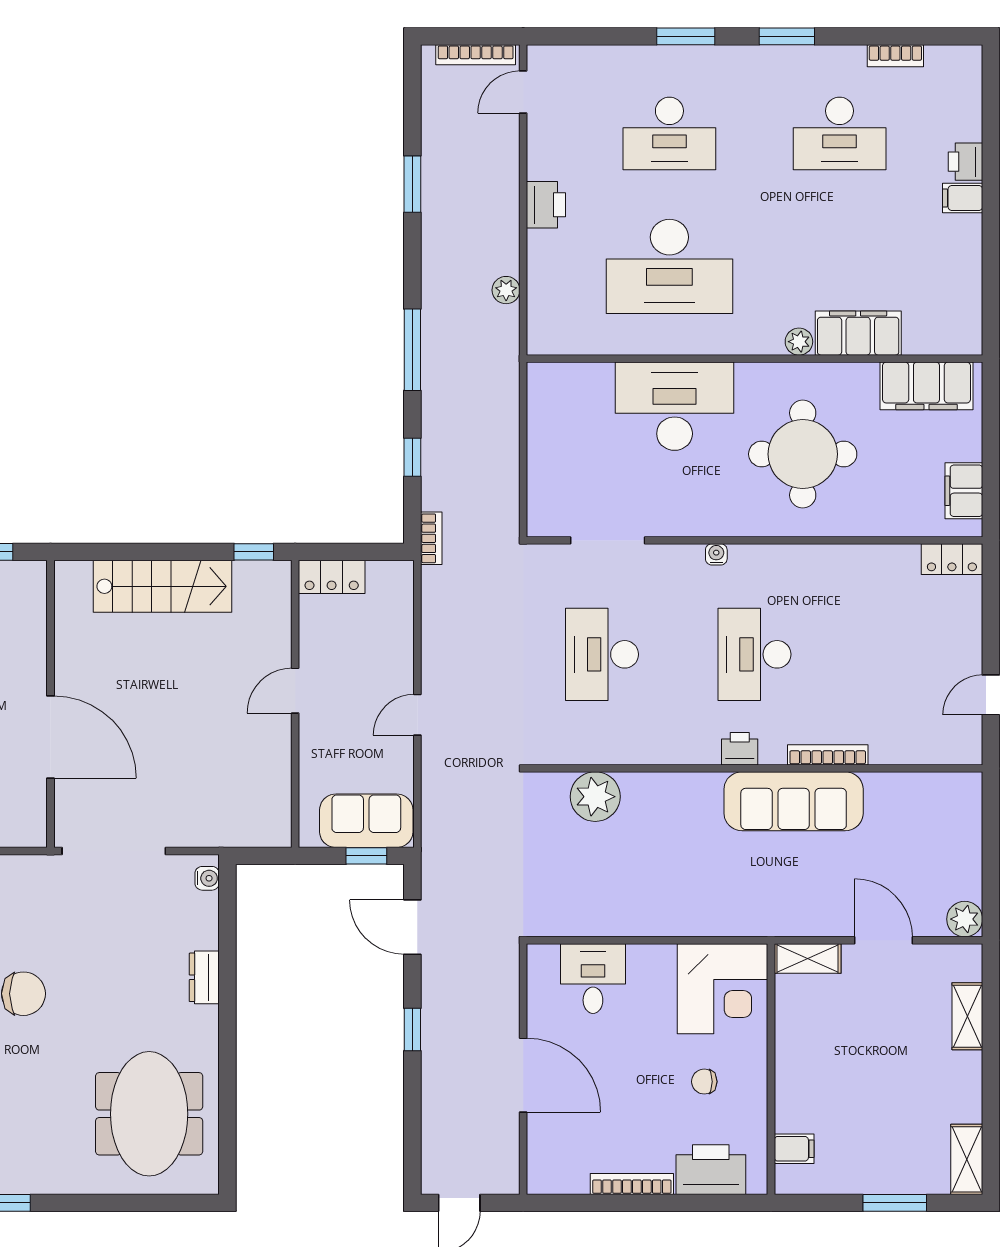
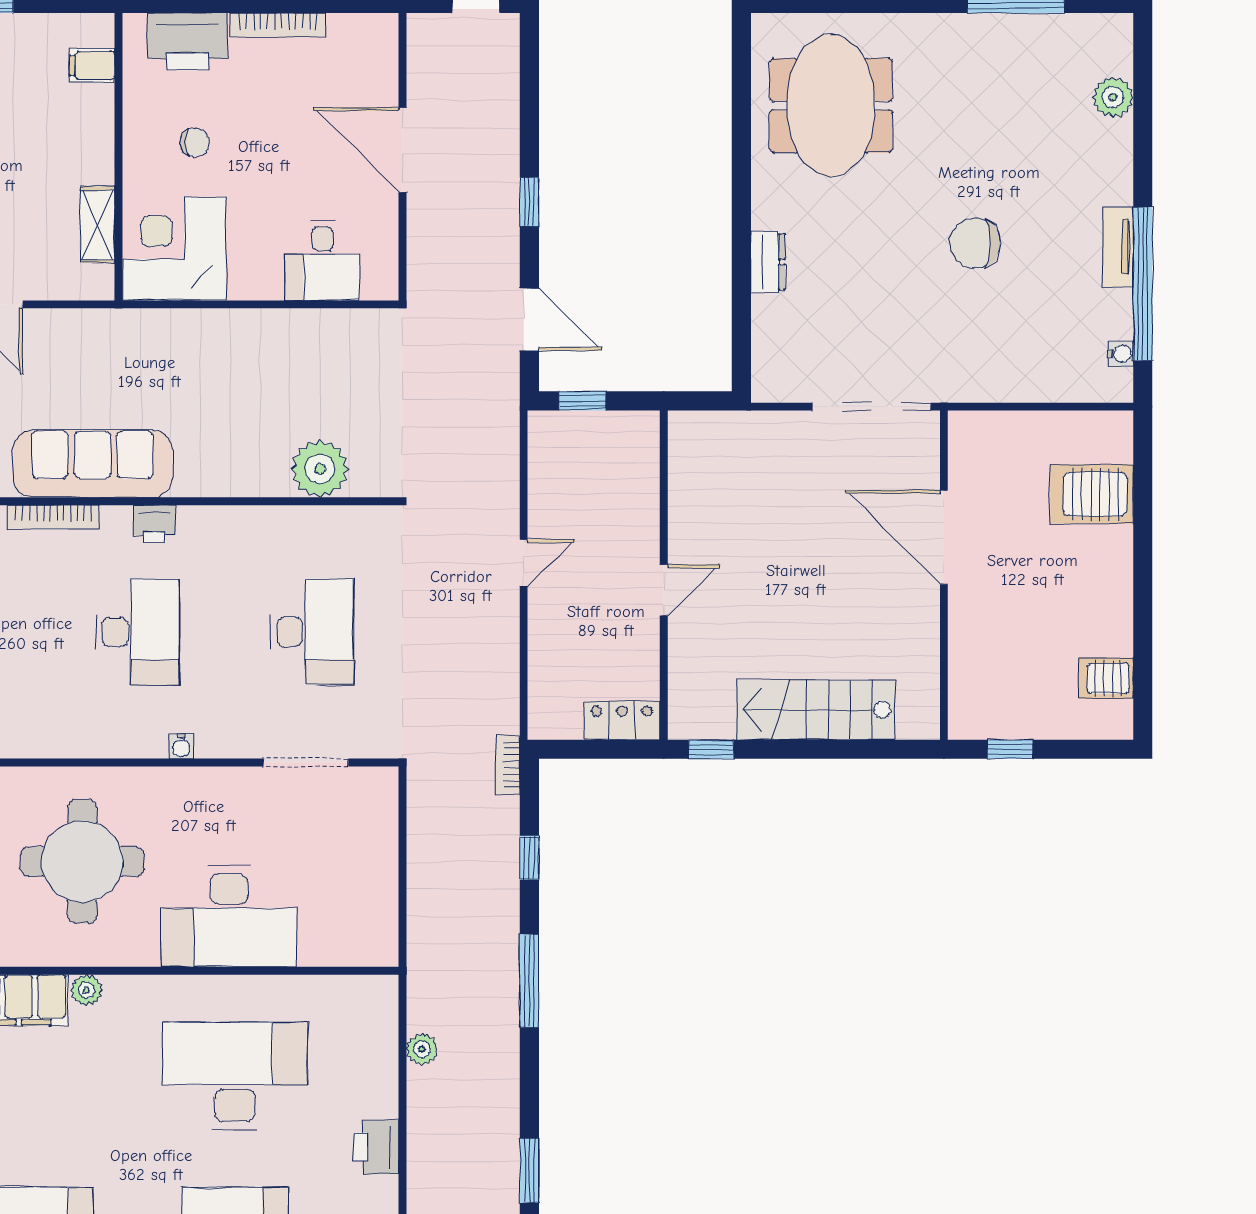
sofa: (366, 821) -> (582, 441), removed
water cooler: (207, 878) -> (765, 375), removed
shelving: (808, 958) -> (98, 225), moved, turned 90

